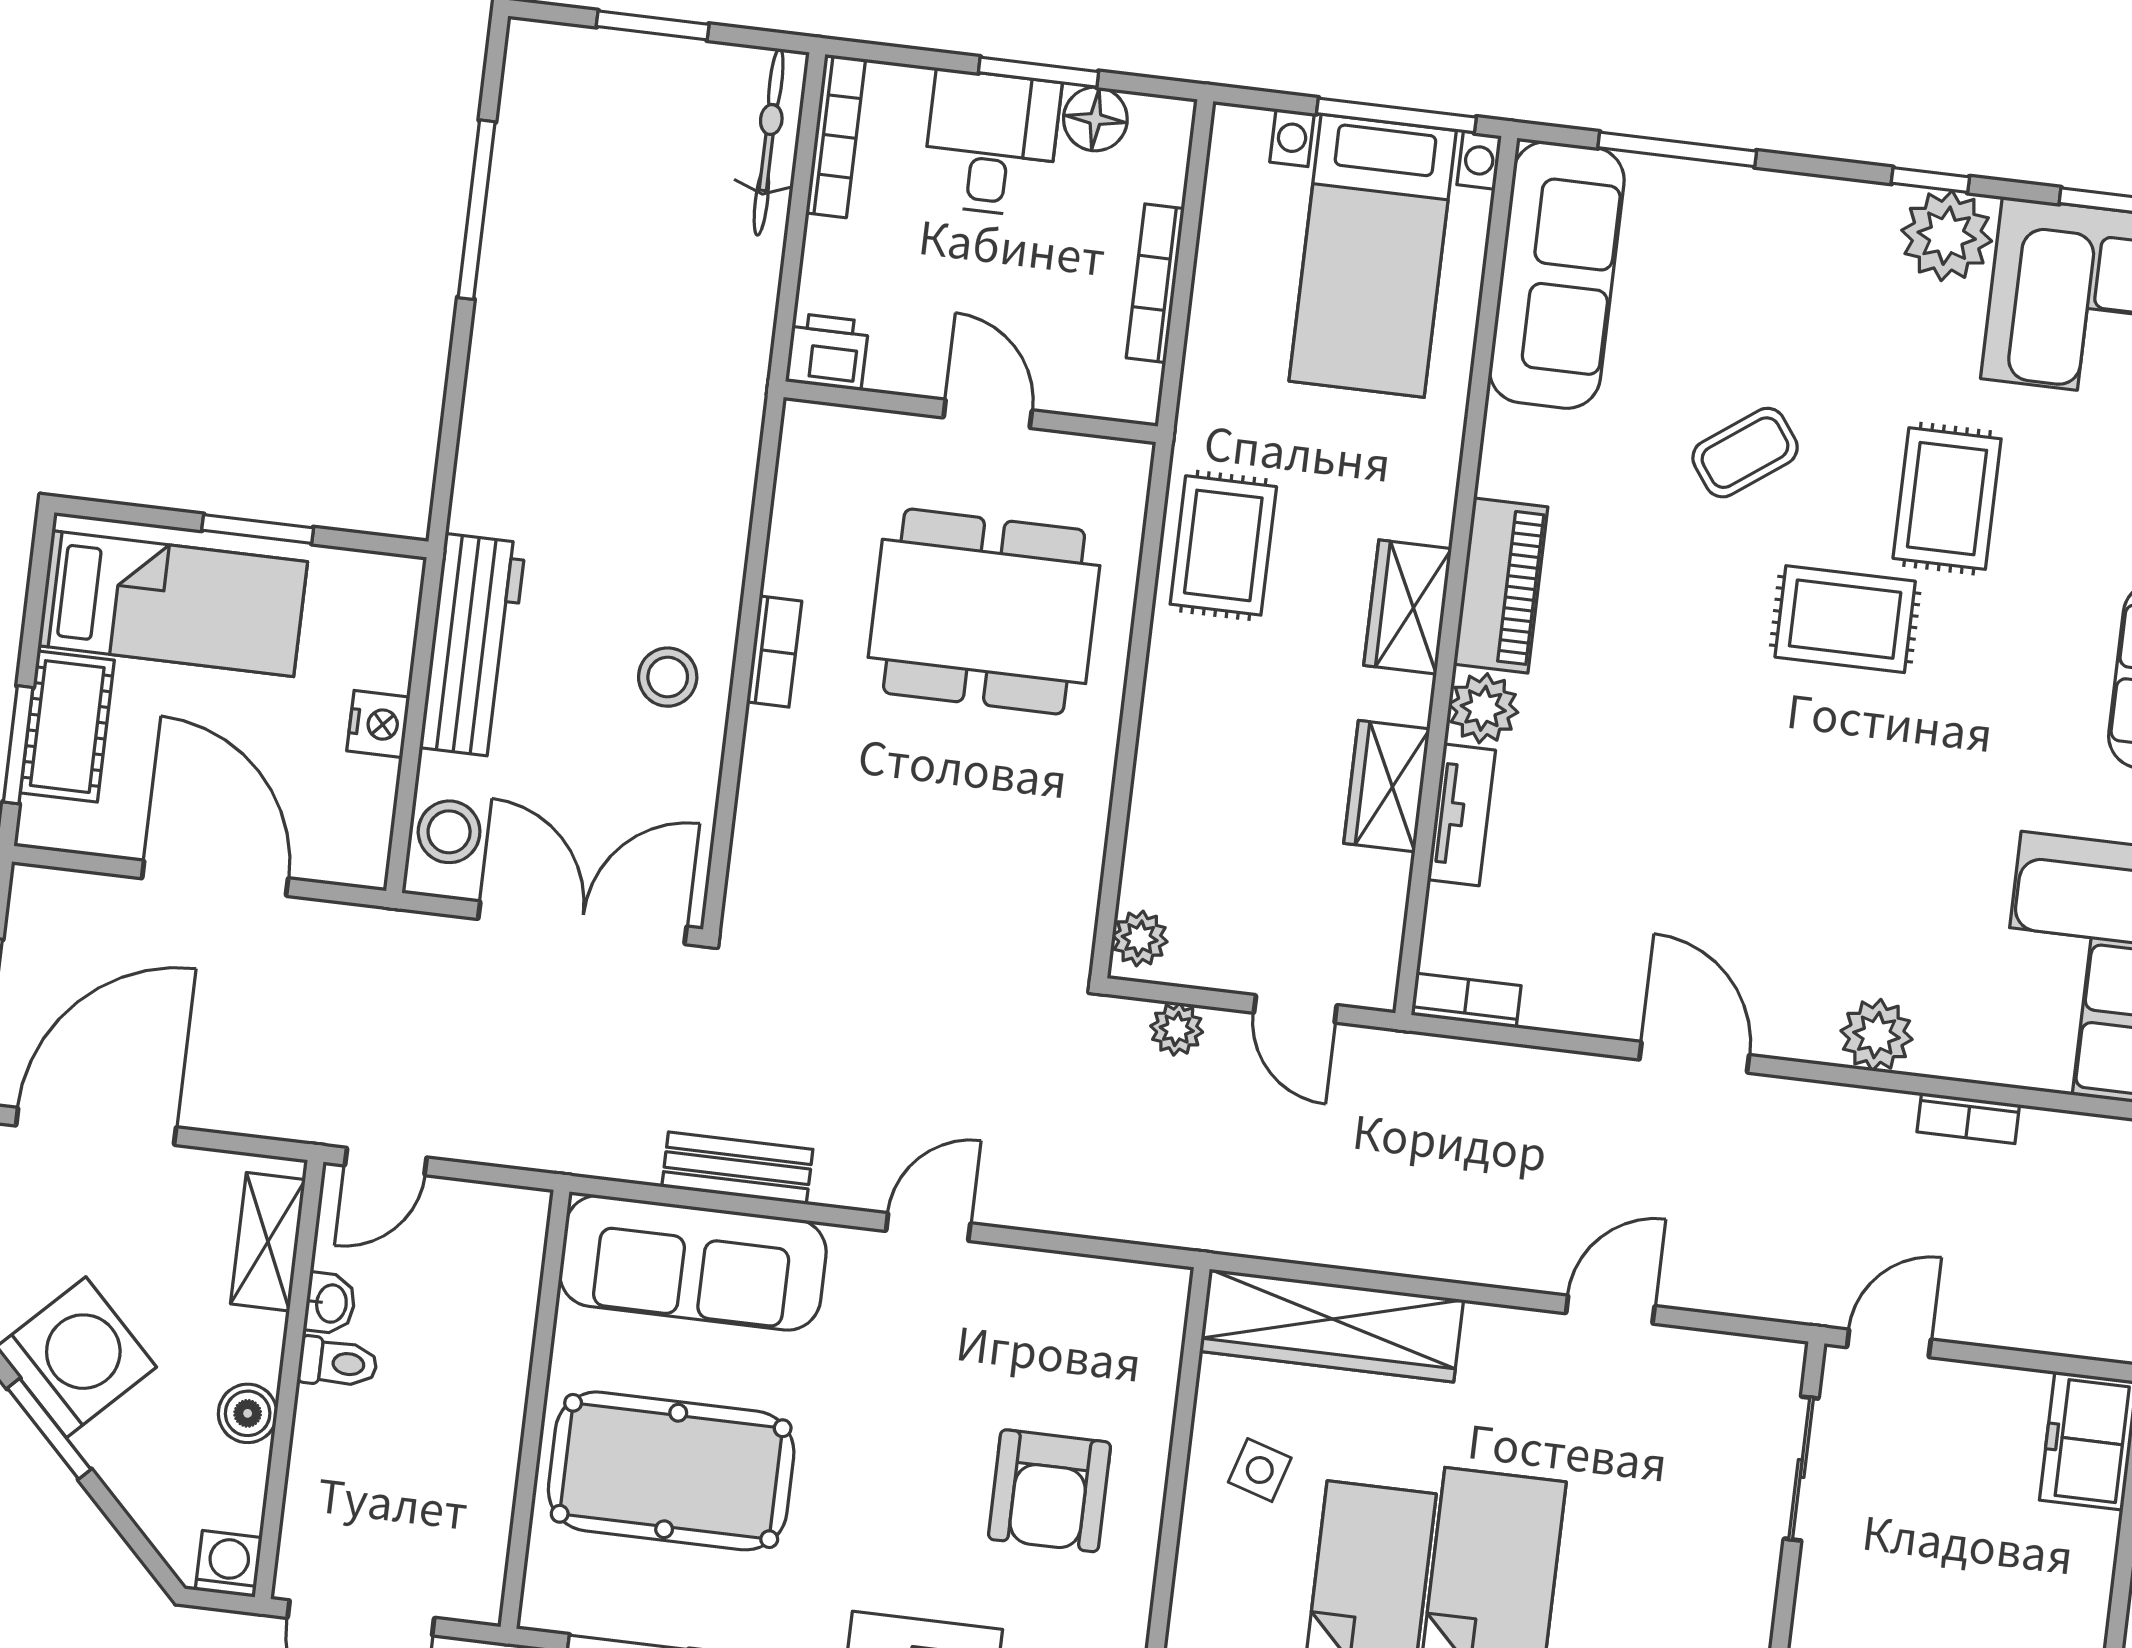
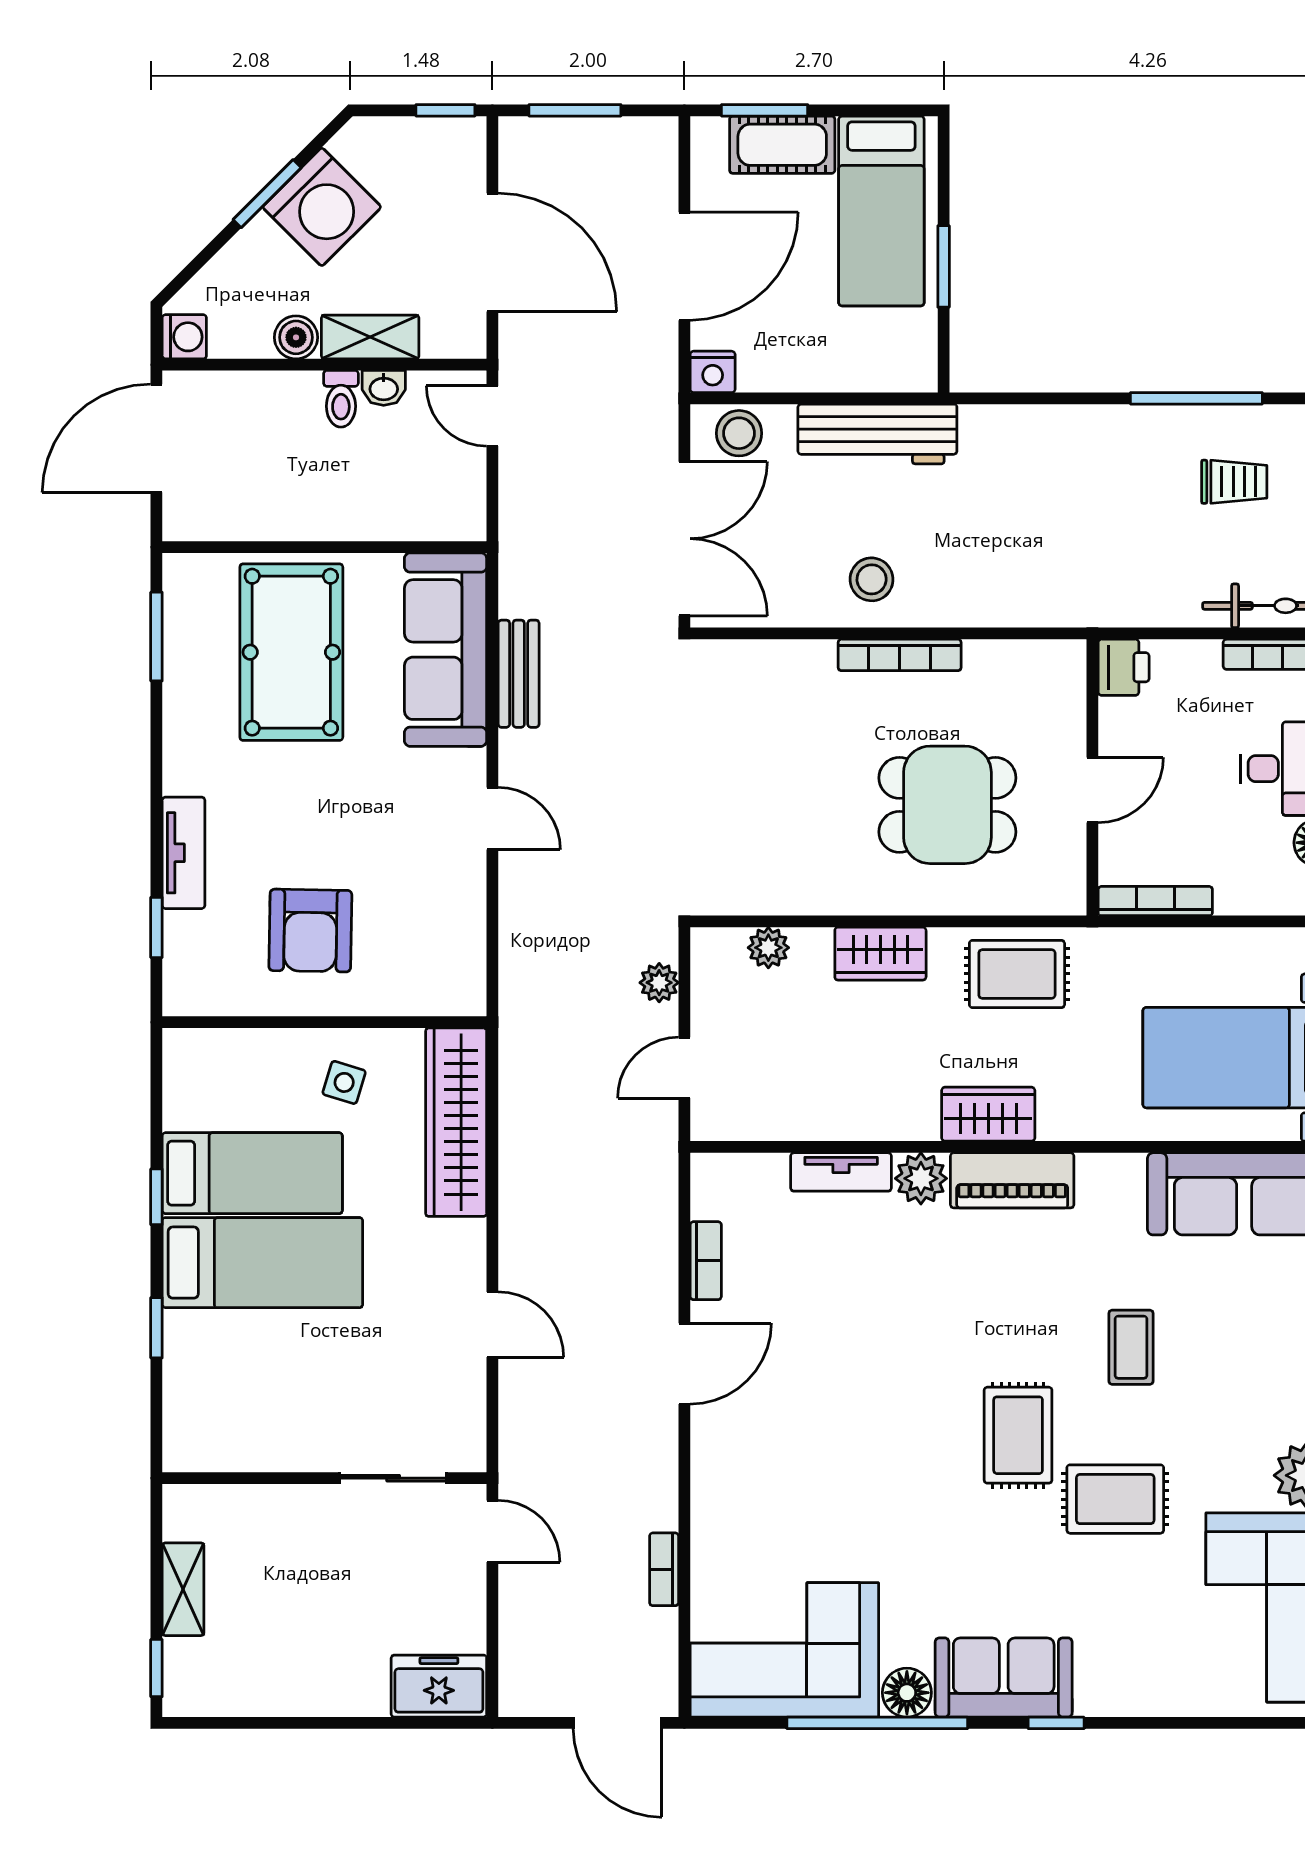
trolley: (595, 172) -> (1234, 482), added
bookcase: (1155, 283) -> (1155, 901), moved
coffee table: (1745, 453) -> (1131, 1347), turned 36
dining table: (984, 611) -> (947, 805), width x0.73
bookcase: (774, 652) -> (900, 655), width x1.56
nightstand: (378, 724) -> (713, 372), moved
wardrobe: (1387, 786) -> (880, 954), moved, turned 180
plant: (1140, 938) -> (768, 948), moved
bookcase: (1466, 1000) -> (706, 1261), moved
plant: (1877, 1035) -> (717, 1495), removed
door: (96, 1126) -> (492, 252), moved
shelving: (268, 1242) -> (370, 337), moved
armchair: (1049, 1491) -> (310, 931), turned -89

